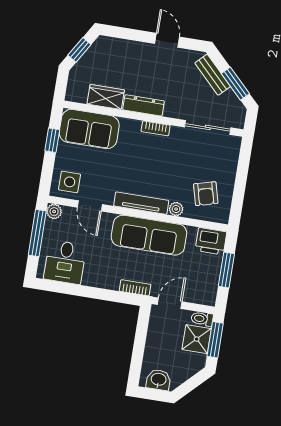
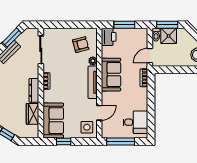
plant: (54, 212) -> (106, 134), removed
sofa: (149, 235) -> (111, 75), width x0.73
door: (170, 303) -> (150, 56), hinge flipped

